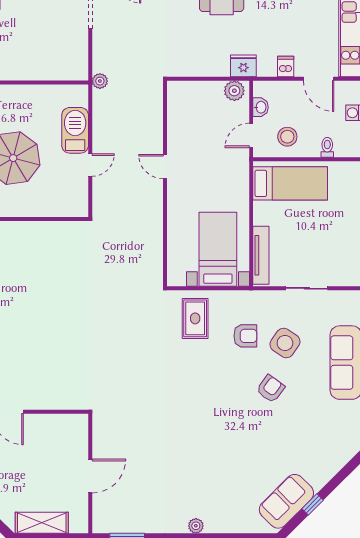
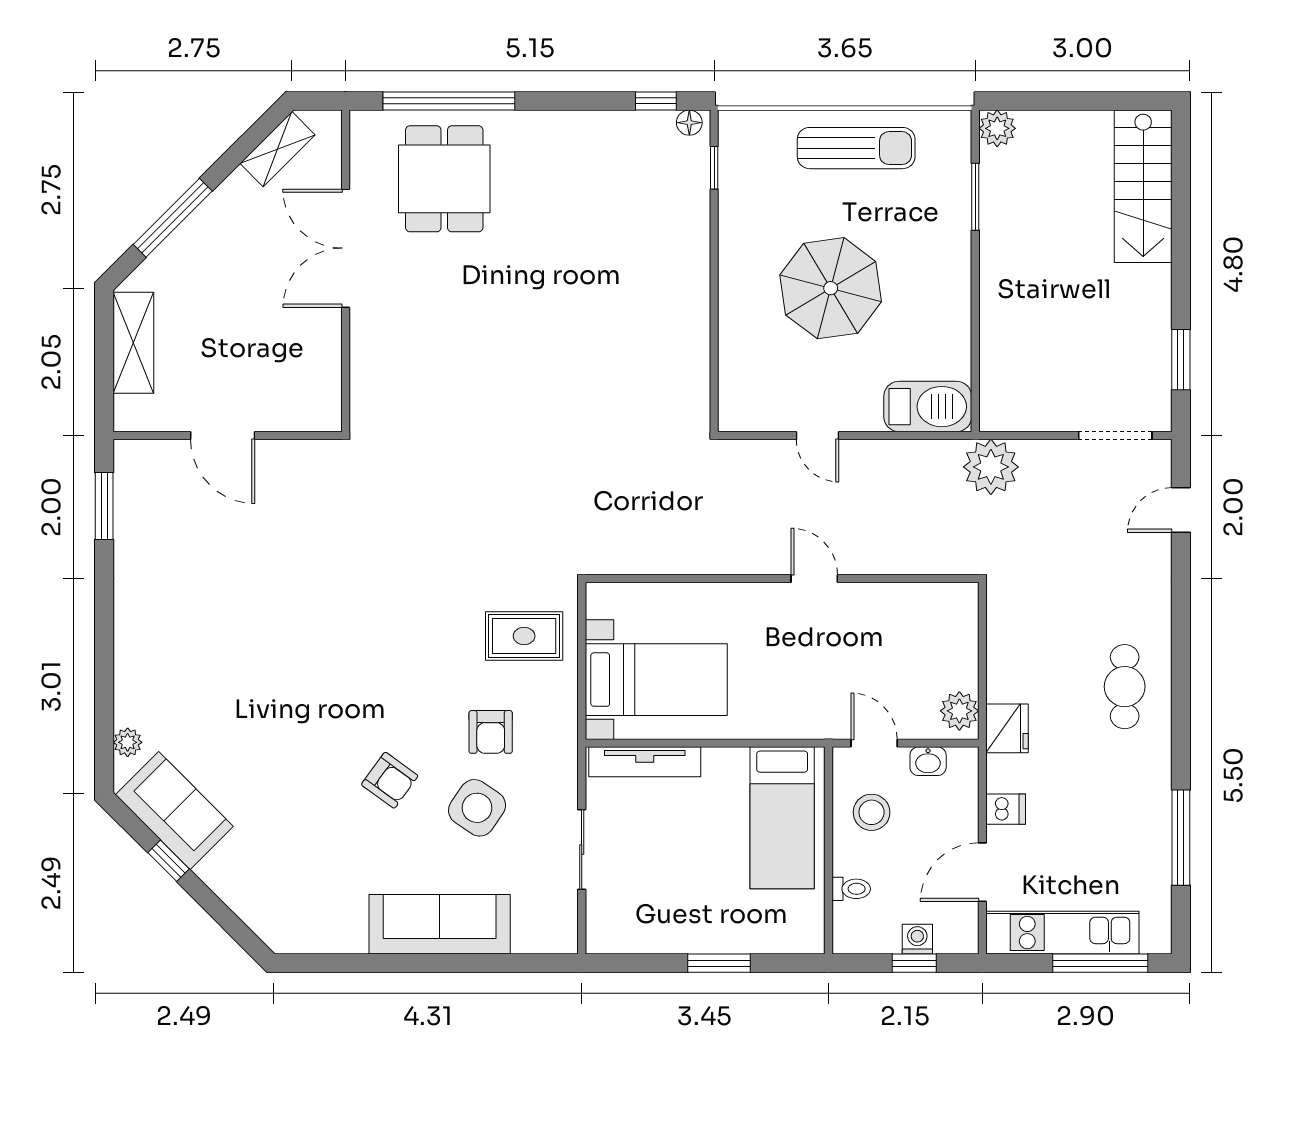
plant: (100, 81) -> (991, 467), width x1.87, depth x1.87
barbecue: (75, 130) -> (928, 407), moved
door: (165, 167) -> (814, 579), hinge flipped
plant: (196, 526) -> (128, 742), moved

